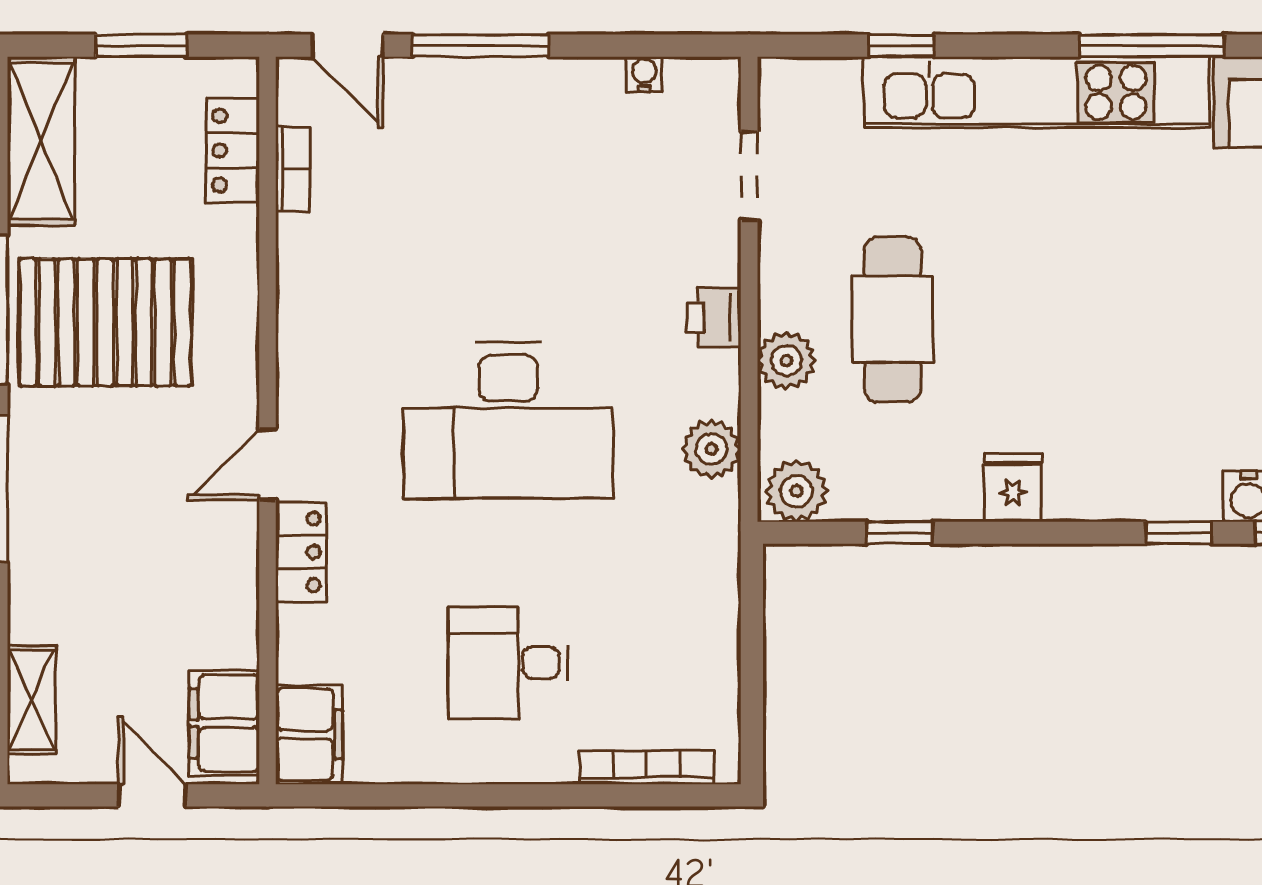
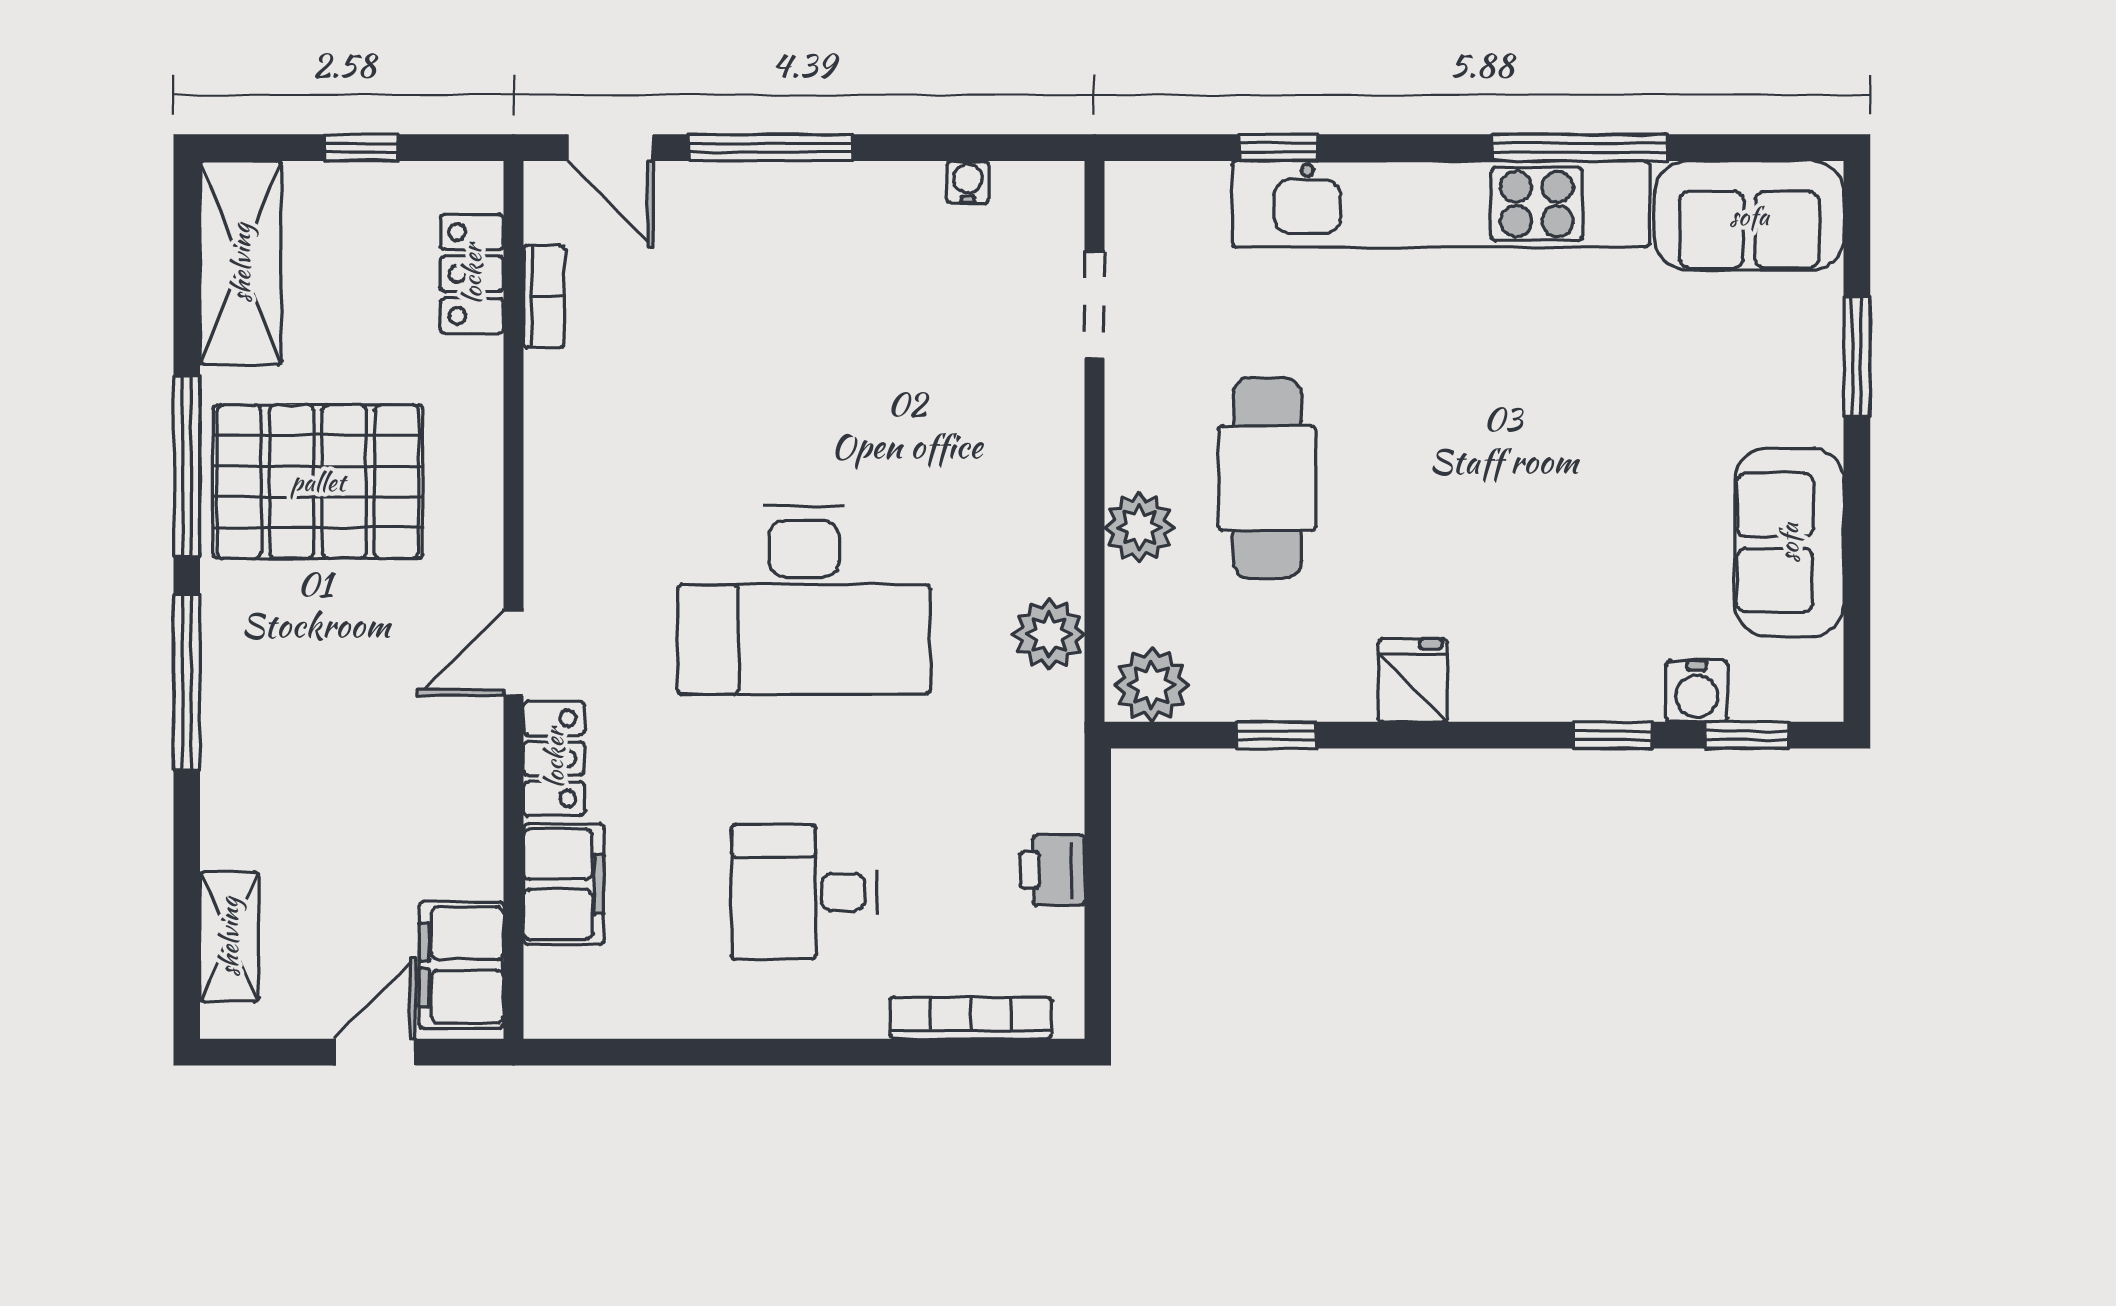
window: (141, 46) -> (361, 148), width x0.67
printer: (714, 317) -> (1052, 870), moved
filing cabinet: (309, 734) -> (564, 884), moved
door: (152, 795) -> (375, 1052), hinge flipped

